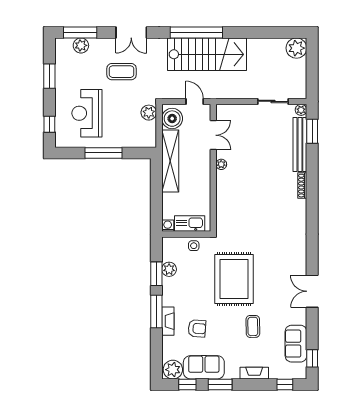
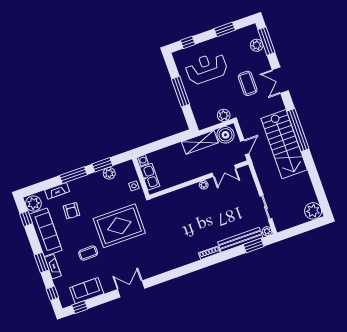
shelving: (170, 161) -> (200, 142), width x0.68
fireplace: (168, 321) -> (57, 191), moved
sofa: (204, 367) -> (46, 232), width x1.36
window: (220, 384) -> (41, 263), moved

